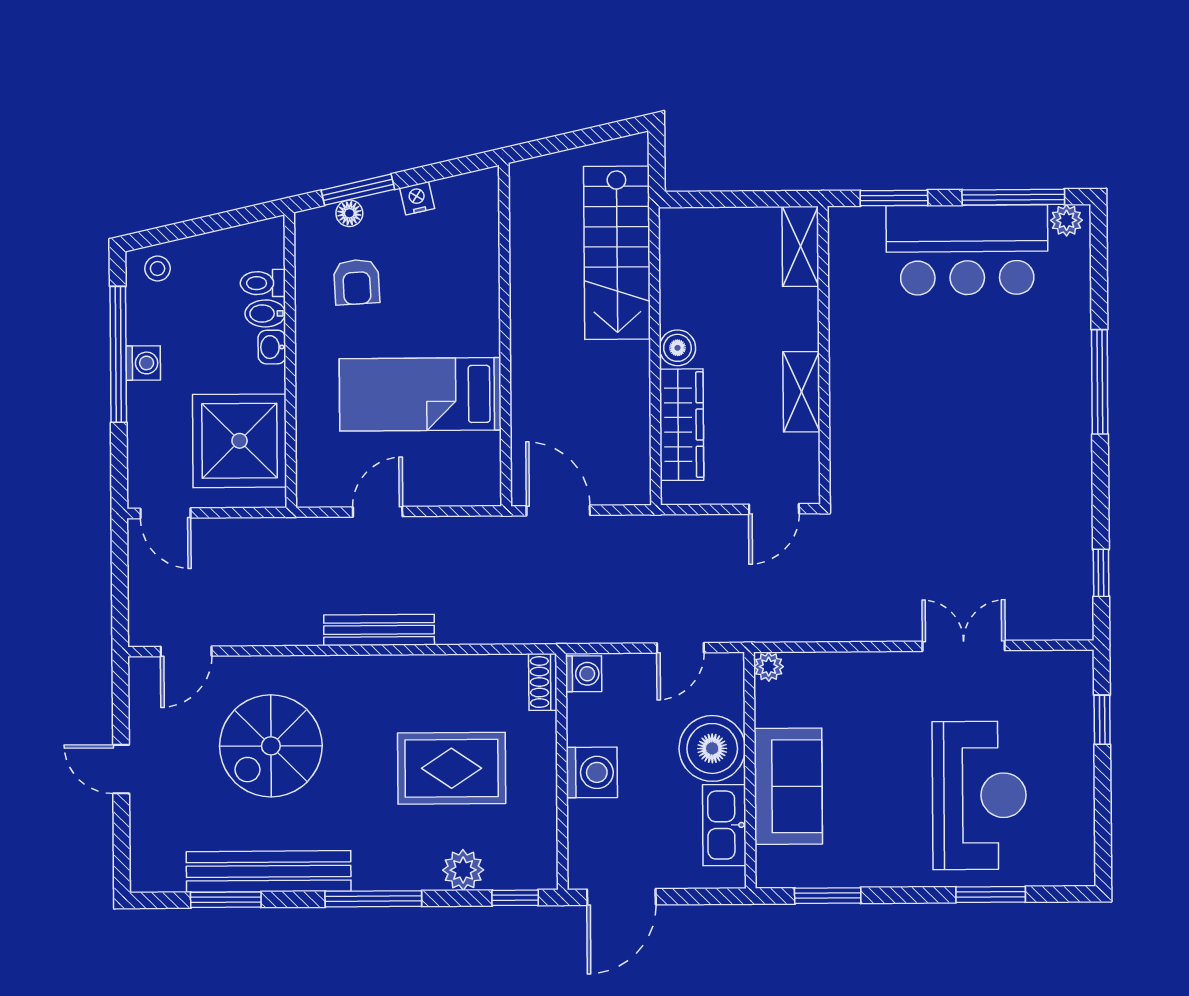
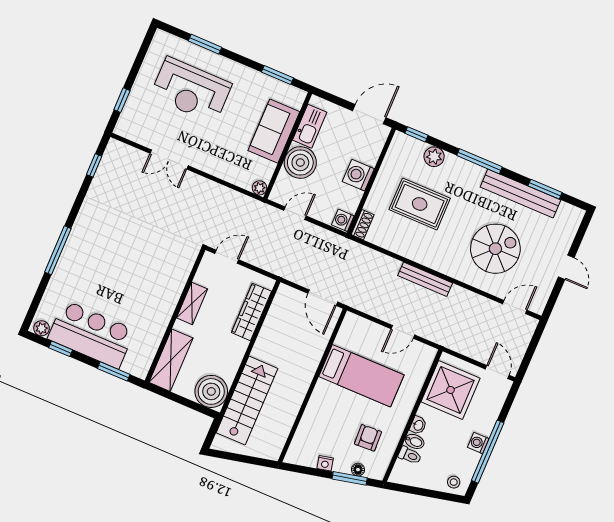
window: (1013, 197) -> (61, 349), width x0.46
shelving: (800, 246) -> (171, 360), width x1.50, depth x1.33
boiler: (677, 348) -> (211, 391), moved, width x1.86, depth x1.86
reception desk: (979, 795) -> (191, 90), turned -90

